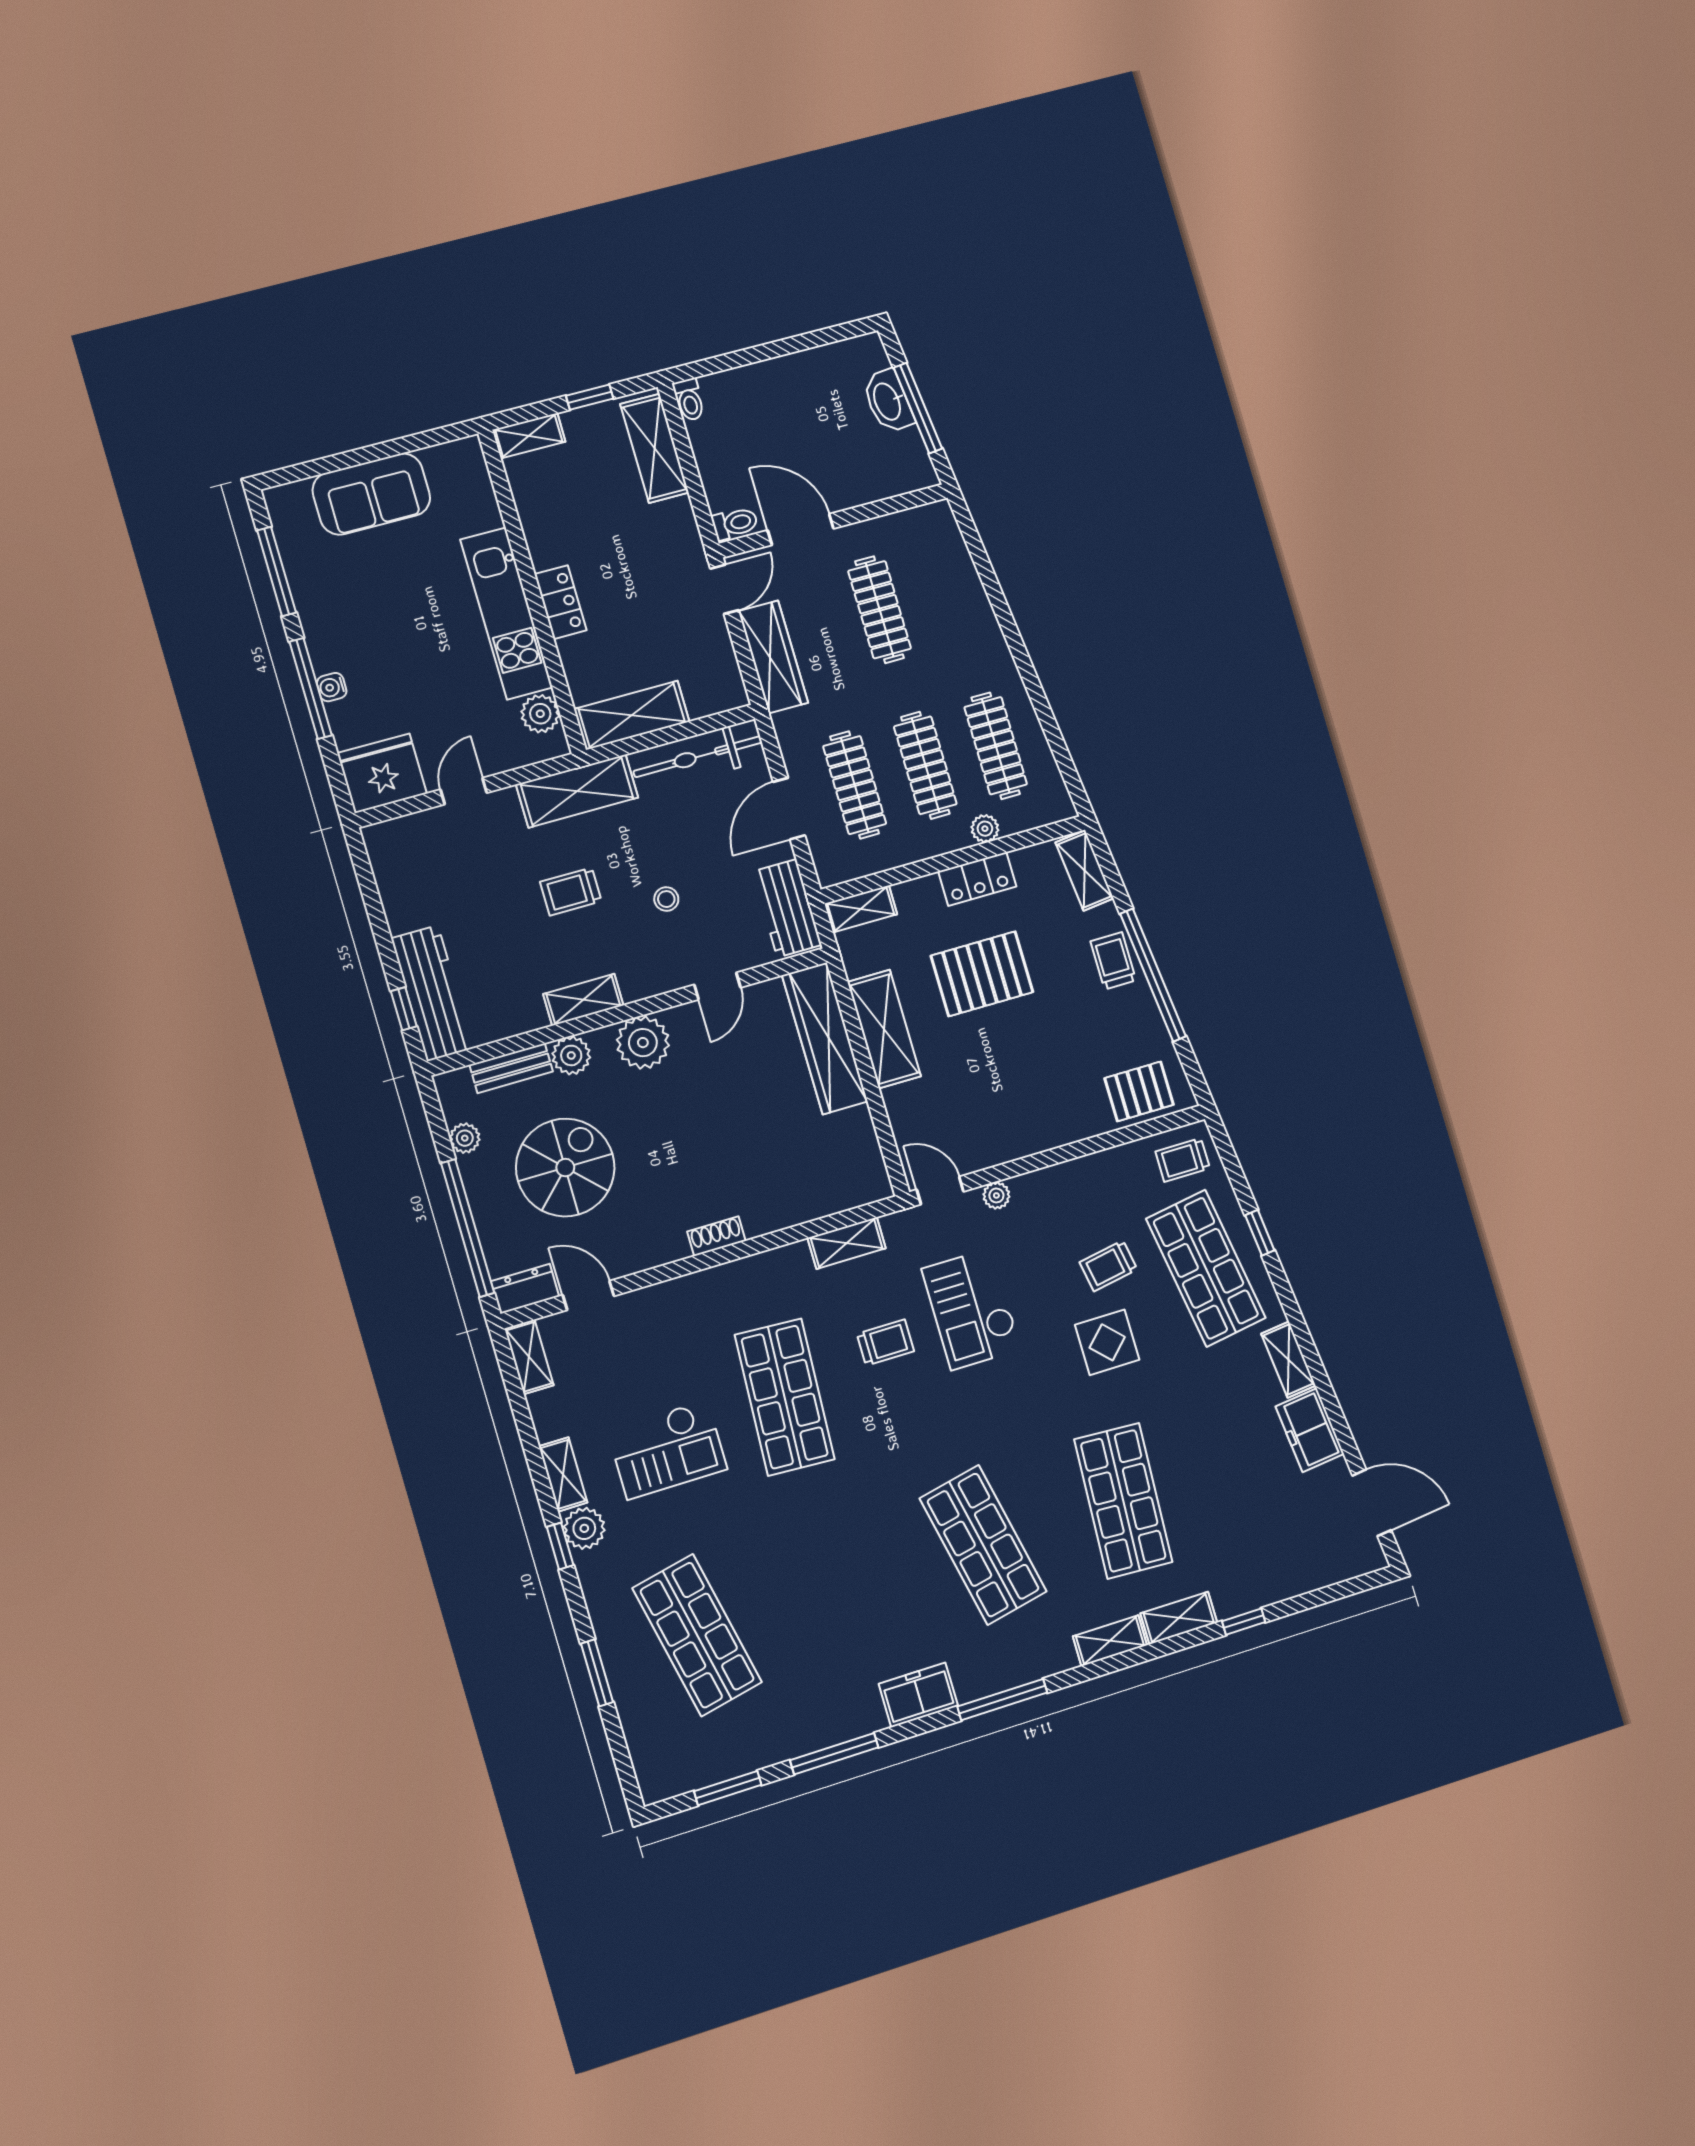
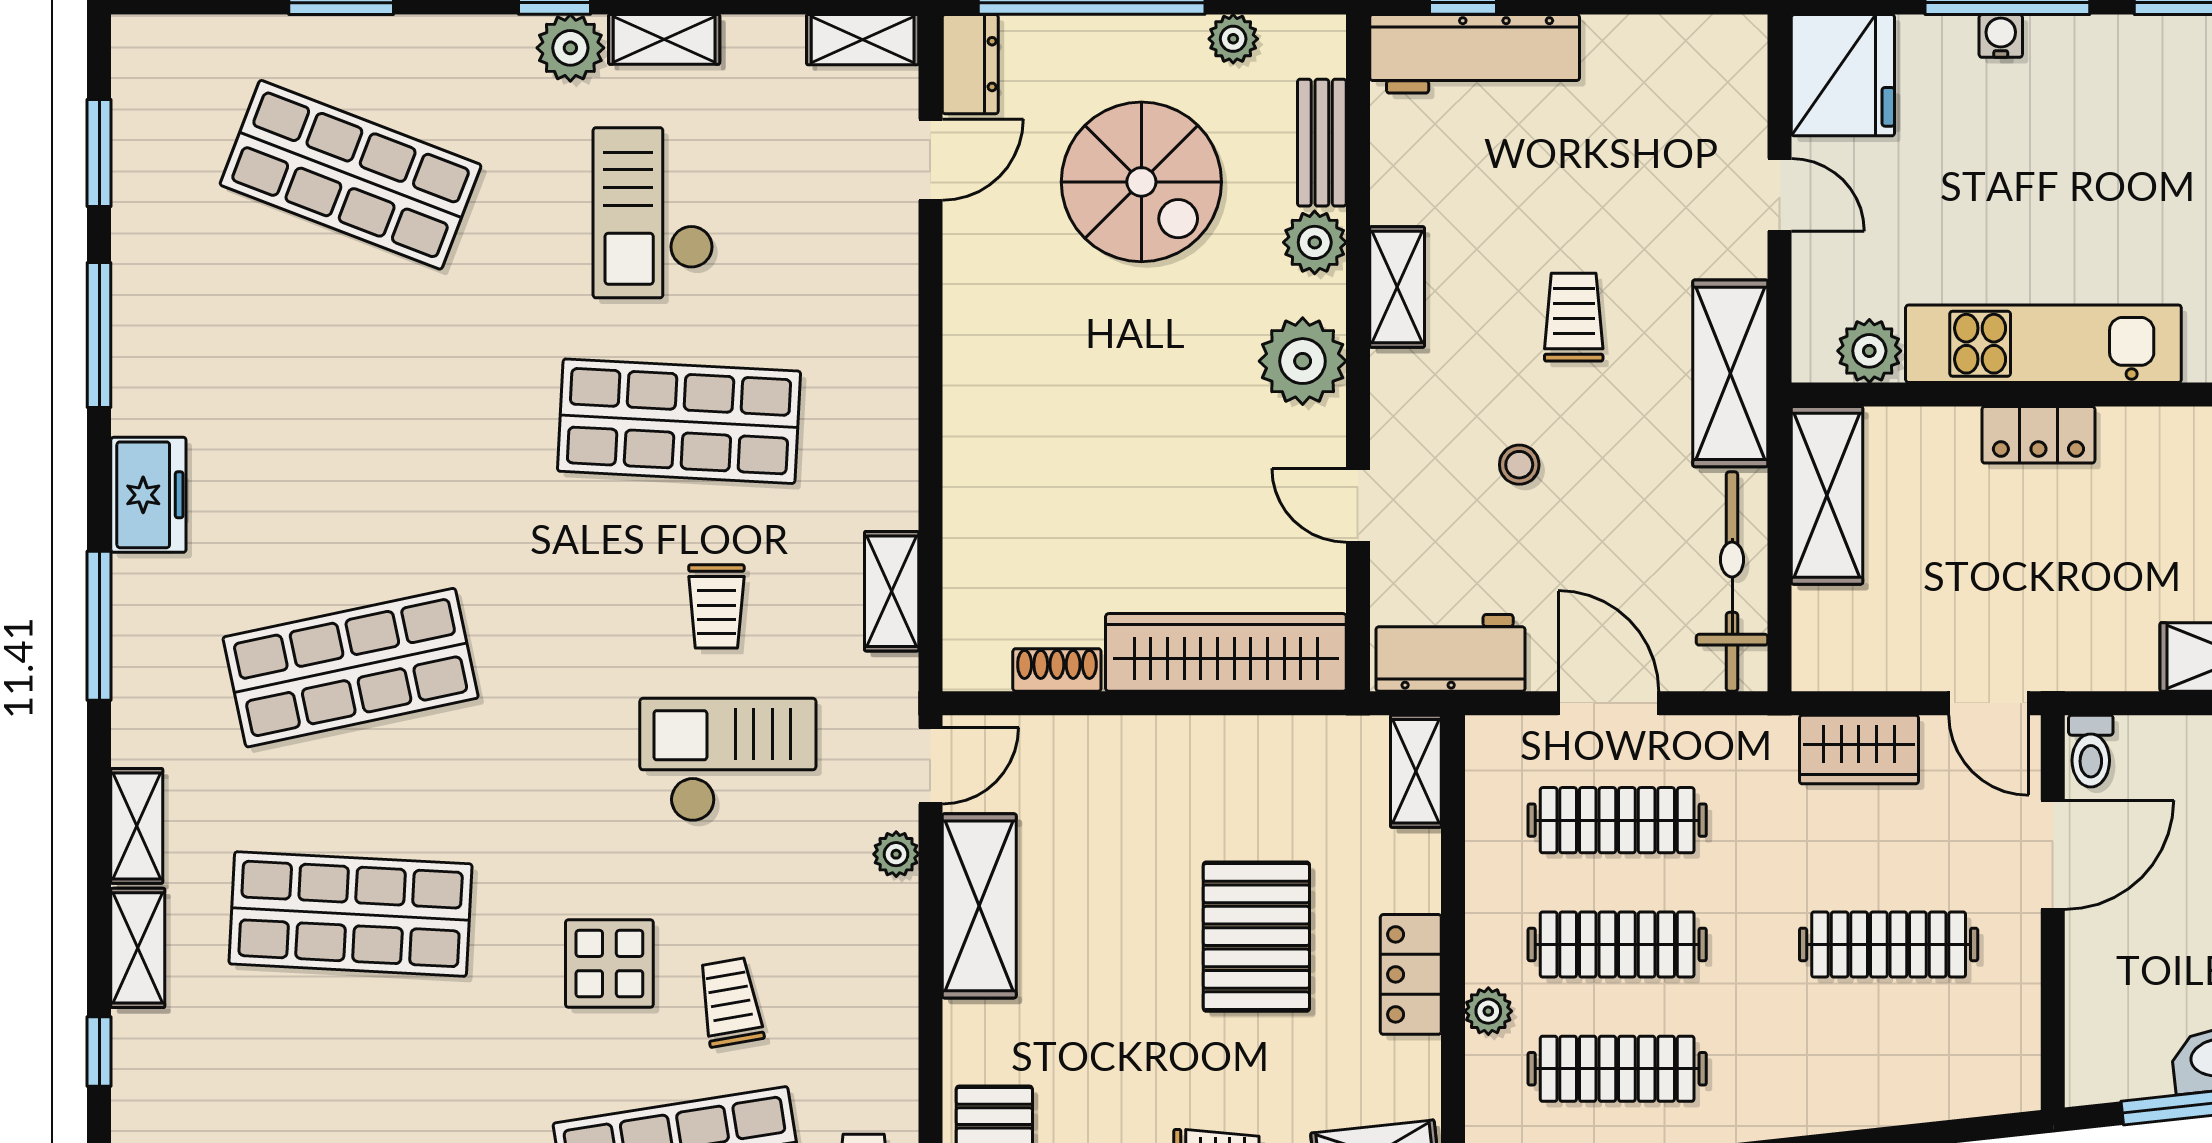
wardrobe: (773, 657) -> (1859, 750), width x0.67
shelving: (884, 1029) -> (979, 906), moved, turned 90
shoe rack: (716, 1236) -> (1057, 670), moved, turned -90
shop shelf: (697, 1635) -> (351, 175), turned 33

